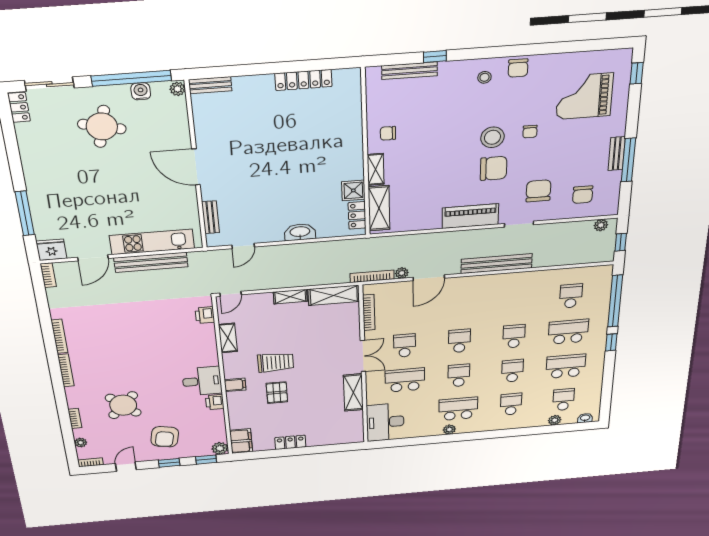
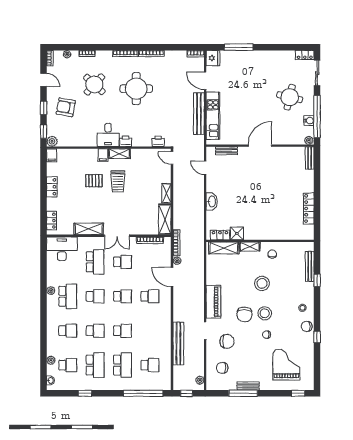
window: (538, 49) -> (317, 337), added
stool: (440, 145) -> (262, 283), added
bench: (497, 264) -> (178, 343), moved
school desk: (460, 305) -> (150, 296), added
shelving: (228, 338) -> (119, 154), moved
window: (611, 342) -> (85, 393), moved
round table: (121, 351) -> (136, 89), added
printer: (215, 402) -> (126, 141), moved
locker: (342, 438) -> (51, 221), added
filing cabinet: (241, 441) -> (52, 155), width x0.50

